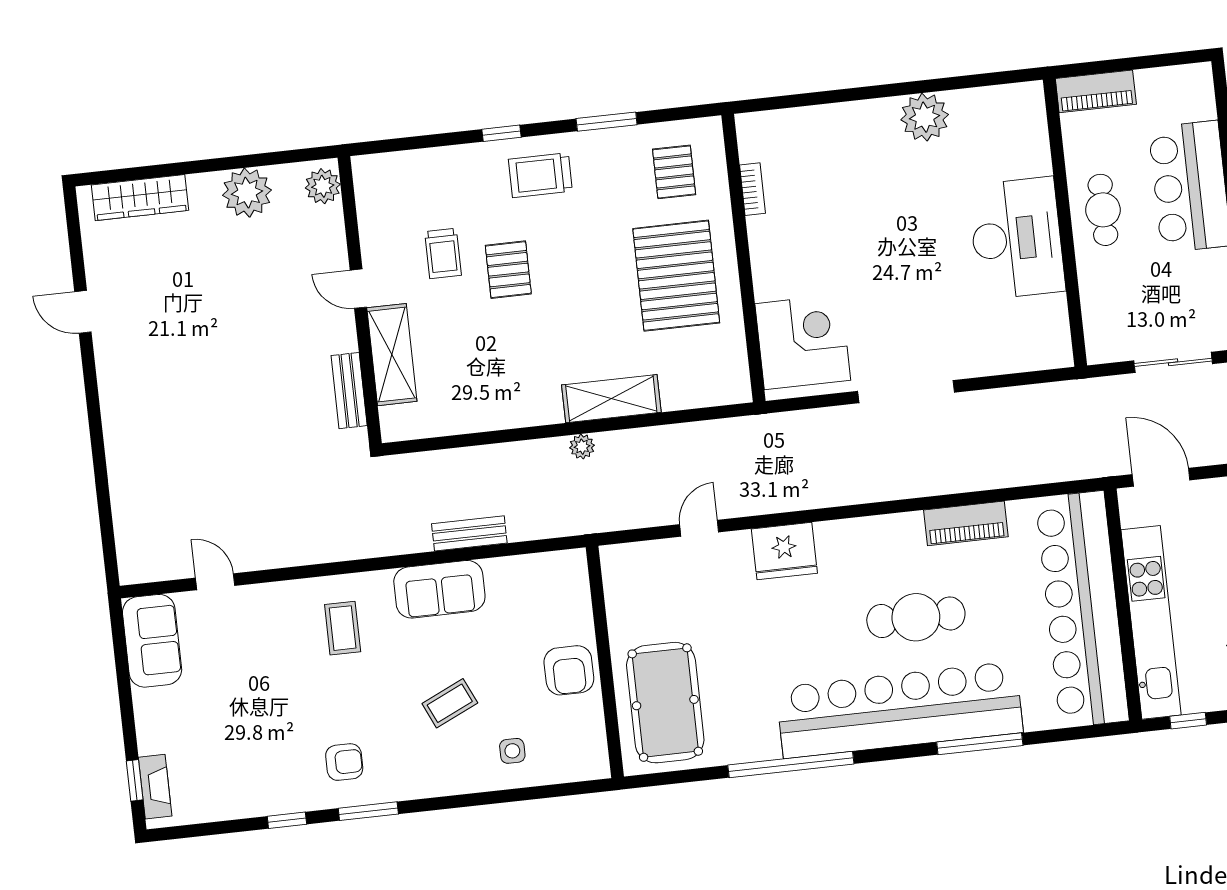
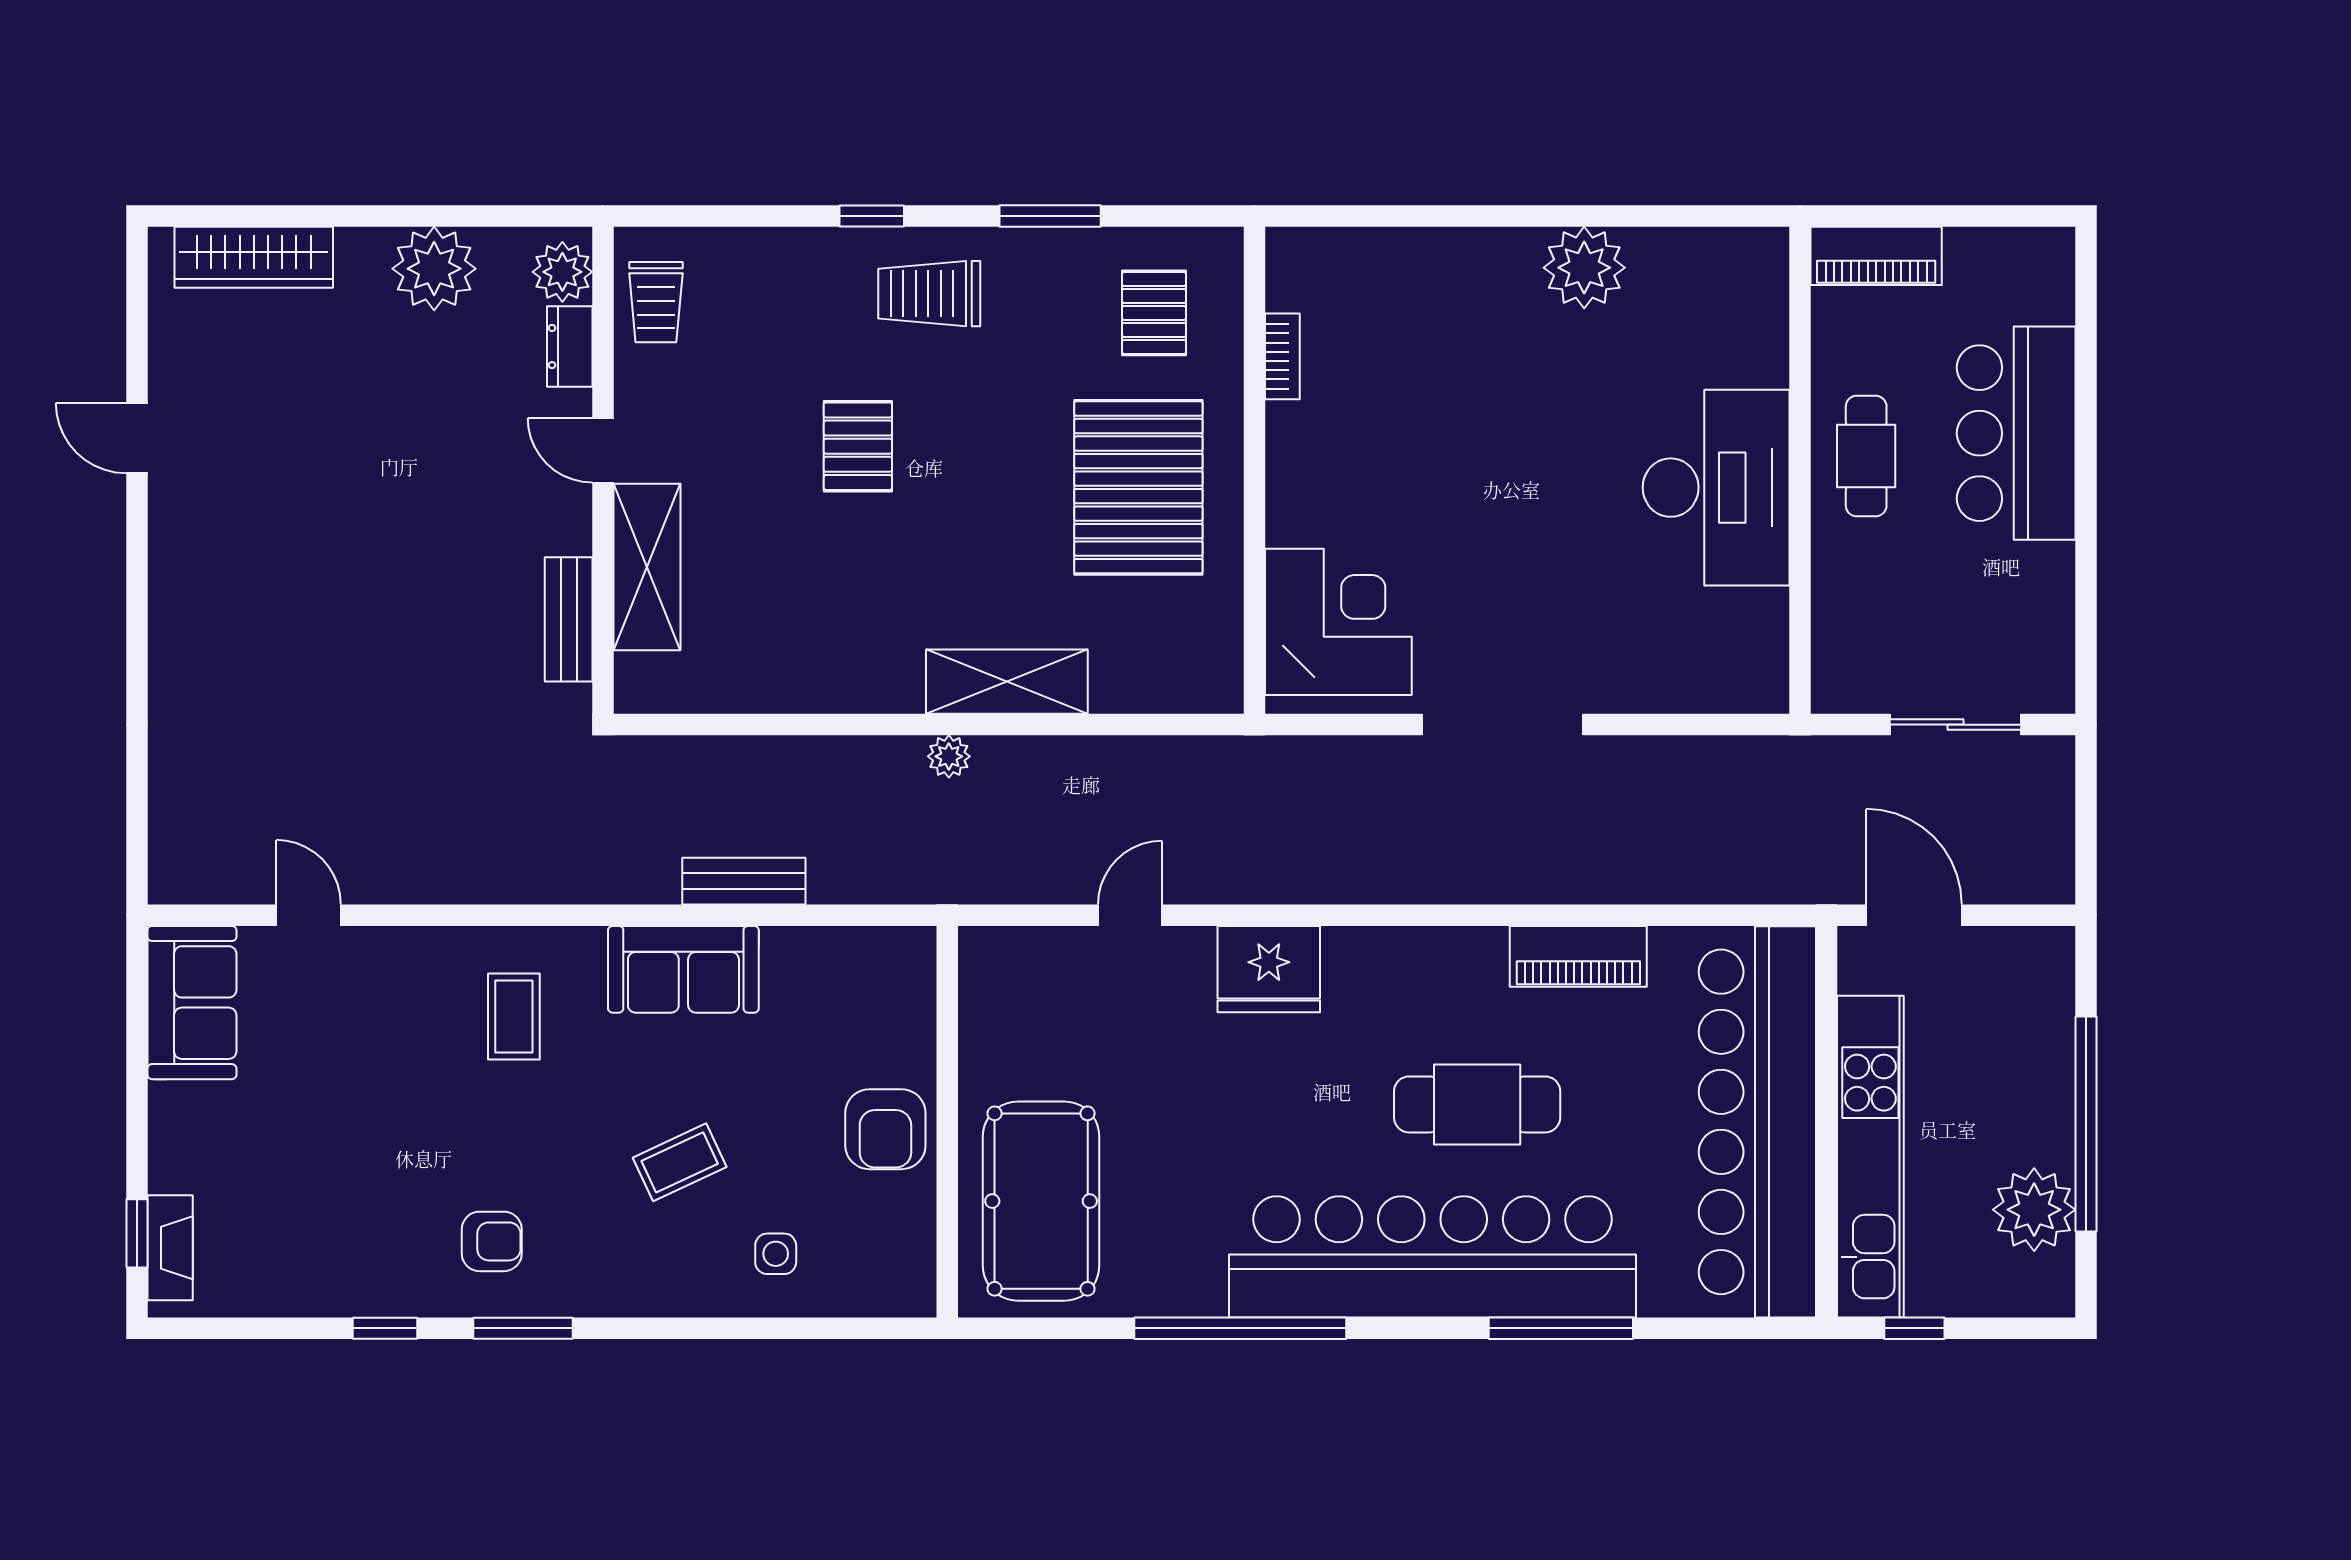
dresser: (332, 230) -> (570, 347), added
trolley: (443, 253) -> (656, 302), moved

